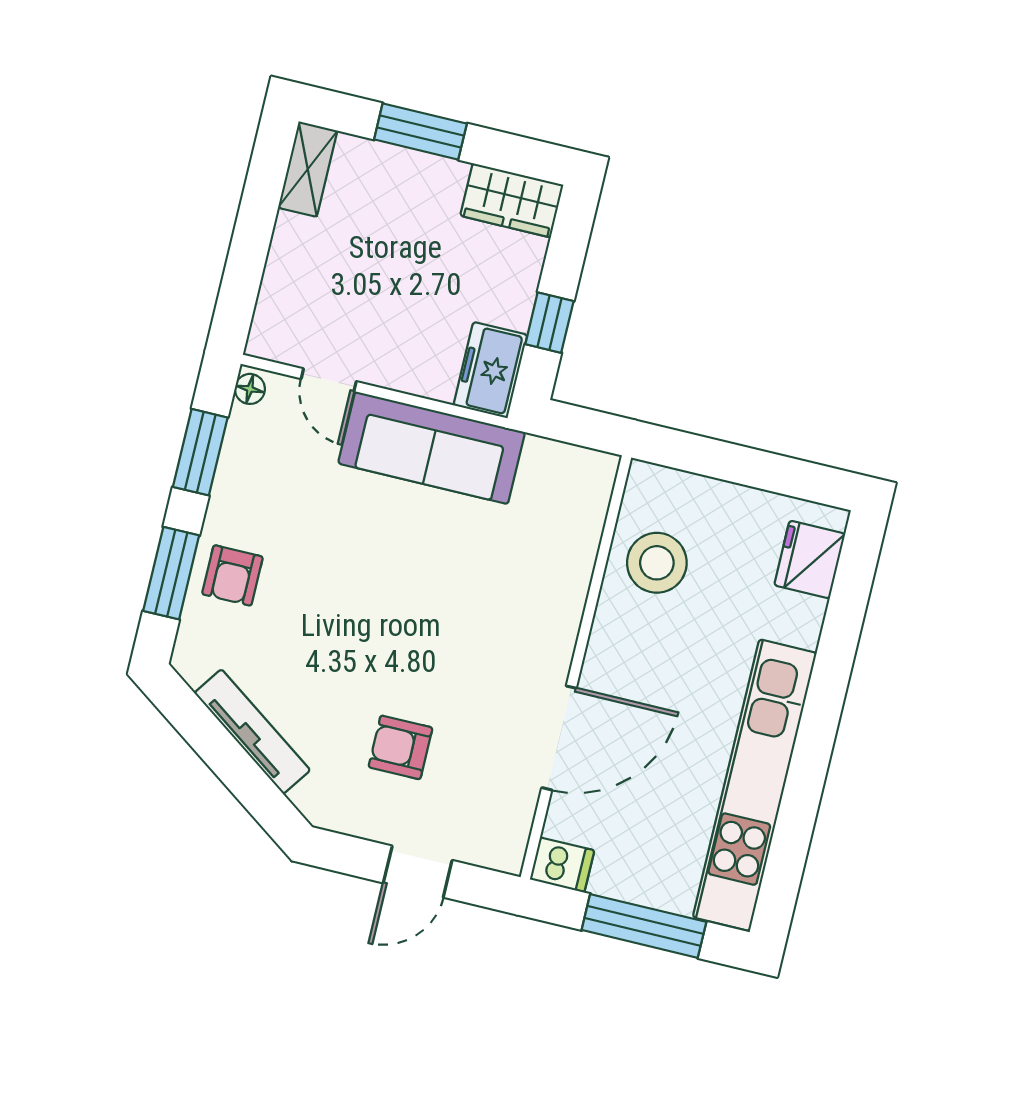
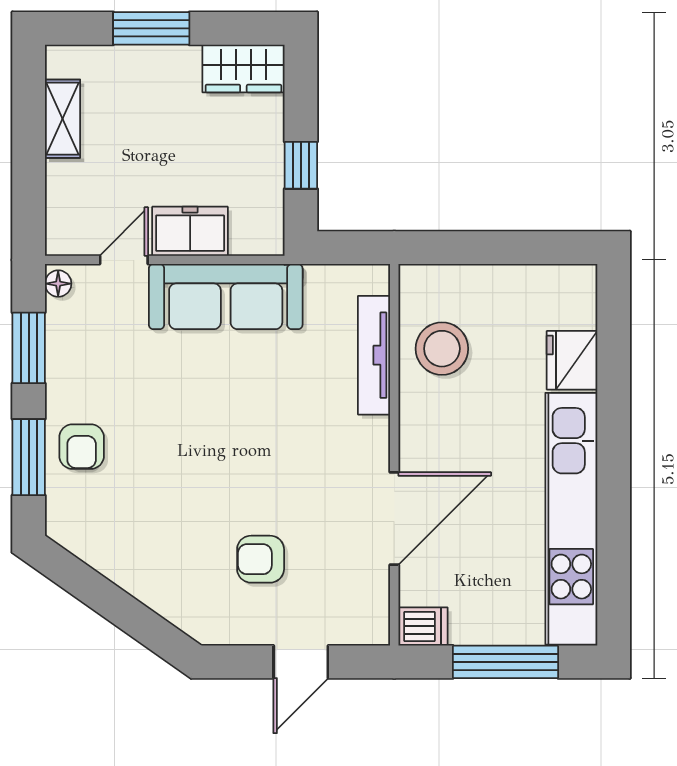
shelving: (308, 169) -> (63, 119), moved
freezer: (490, 370) -> (190, 231), moved, turned 90
door: (329, 380) -> (124, 260), swing flipped
fridge: (810, 560) -> (572, 360), moved
tv unit: (252, 732) -> (374, 355), moved, turned -125

